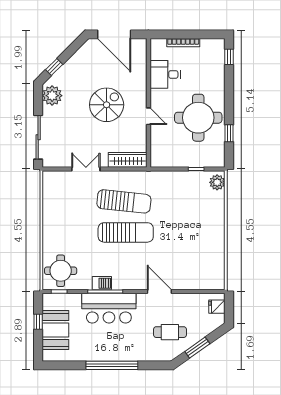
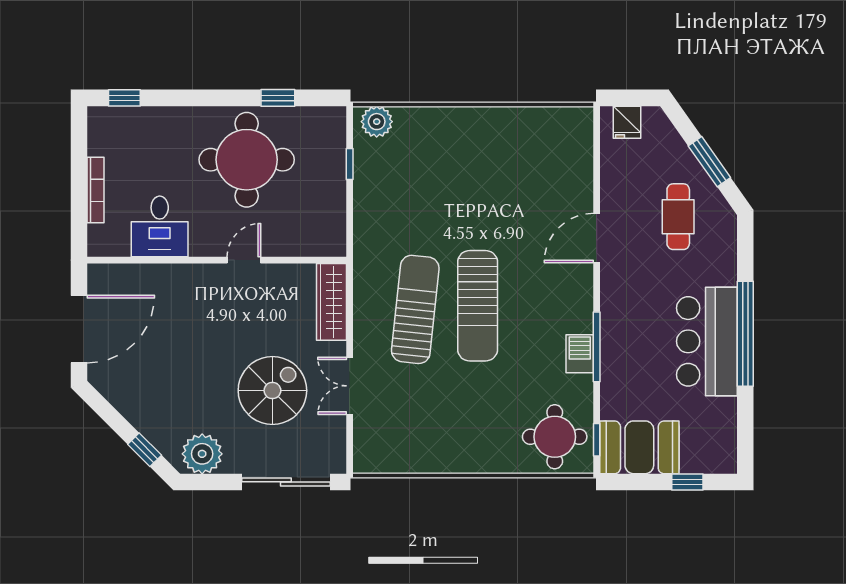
spiral stairs: (107, 105) -> (272, 391), moved, turned 90
sun lounger: (126, 232) -> (478, 306), turned 180
bar counter: (109, 308) -> (707, 341), moved, turned 180
window: (38, 322) -> (687, 482), moved
booth: (55, 330) -> (639, 447), moved

